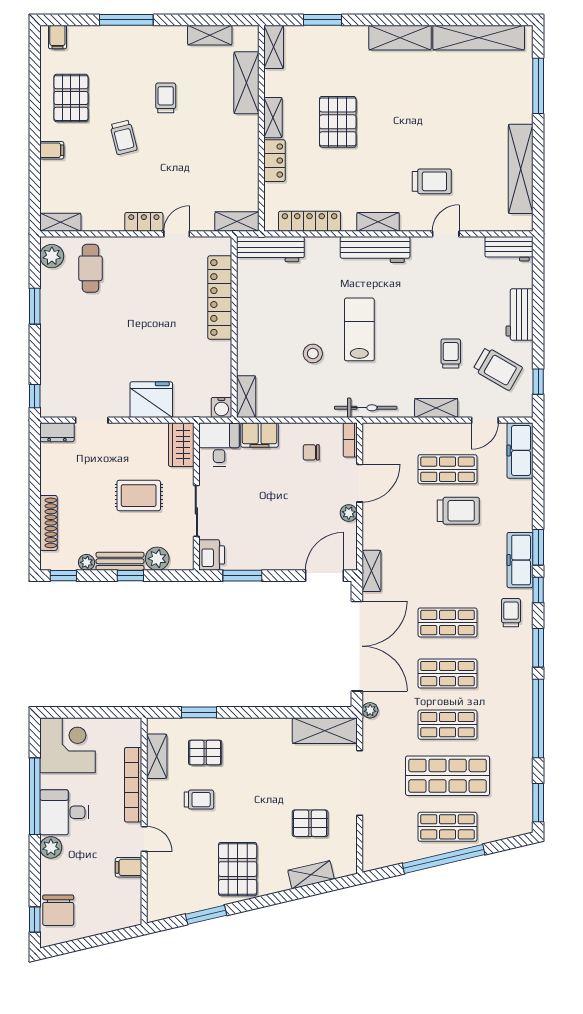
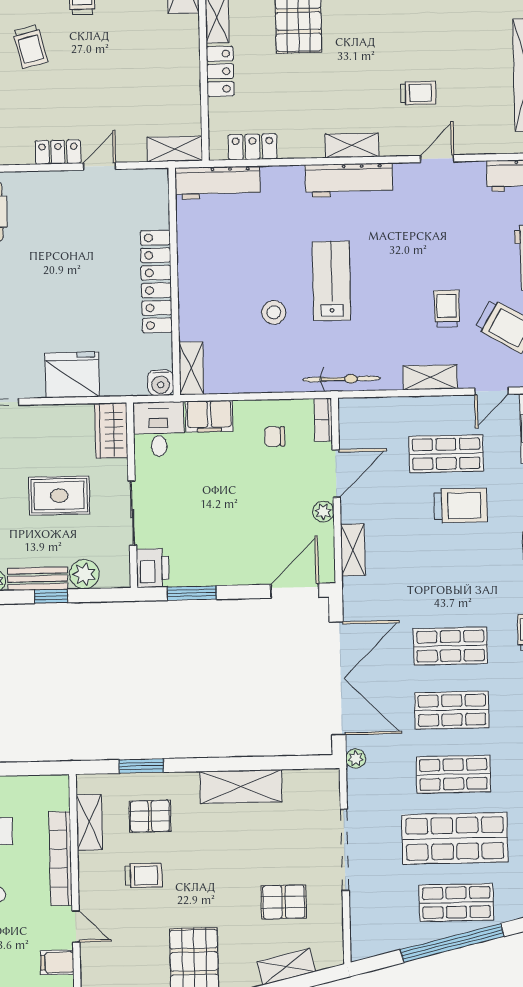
trolley: (432, 181) -> (418, 93), width x0.73, depth x0.72
locker: (310, 221) -> (252, 147), width x0.66
locker: (220, 298) -> (156, 282), moved
shelving: (372, 571) -> (353, 550), moved
shelving: (325, 731) -> (241, 787), moved

